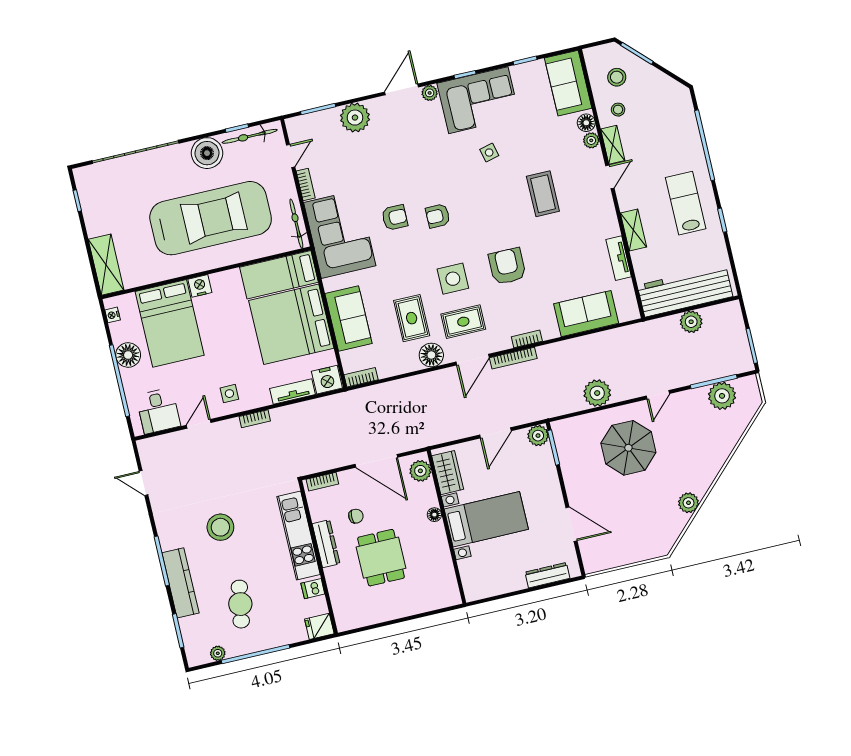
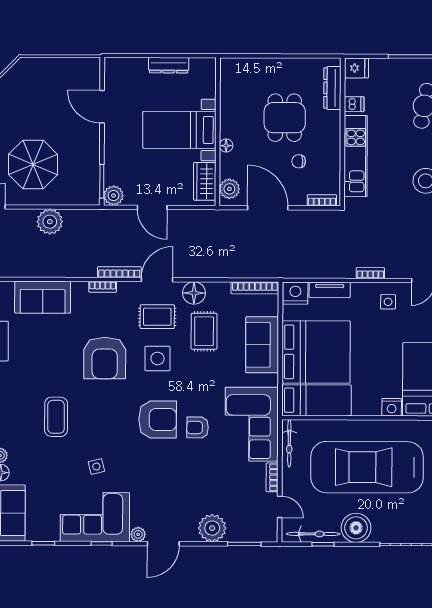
door: (291, 156) -> (280, 507), swing flipped
armchair: (438, 216) -> (158, 419), width x1.88, depth x1.88
armchair: (507, 266) -> (105, 358), width x1.36, depth x1.36
bookcase: (361, 377) -> (255, 288), width x1.56
door: (495, 433) -> (152, 207), swing flipped
dresser: (326, 544) -> (332, 88), moved
dresser: (547, 575) -> (169, 65), moved

